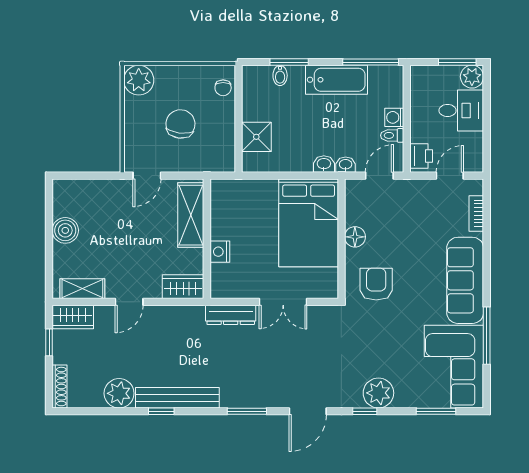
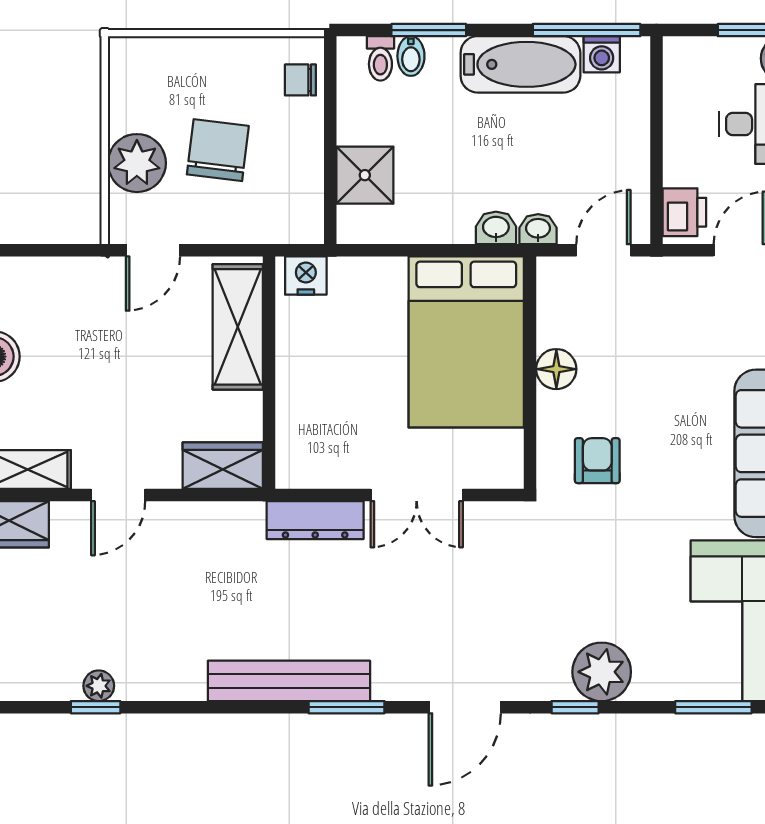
plant: (139, 80) -> (137, 163), moved
chair: (223, 88) -> (300, 80), turned 90
washing machine: (394, 117) -> (602, 54), moved, turned -90
toilet: (392, 135) -> (380, 58), moved, turned -90
nightstand: (220, 252) -> (306, 276), moved, turned 90
armchair: (376, 284) -> (597, 461), width x0.72, depth x0.72
plant: (119, 393) -> (99, 686), width x0.53, depth x0.53
bench: (177, 398) -> (289, 681), moved
window: (161, 411) -> (96, 707), moved

